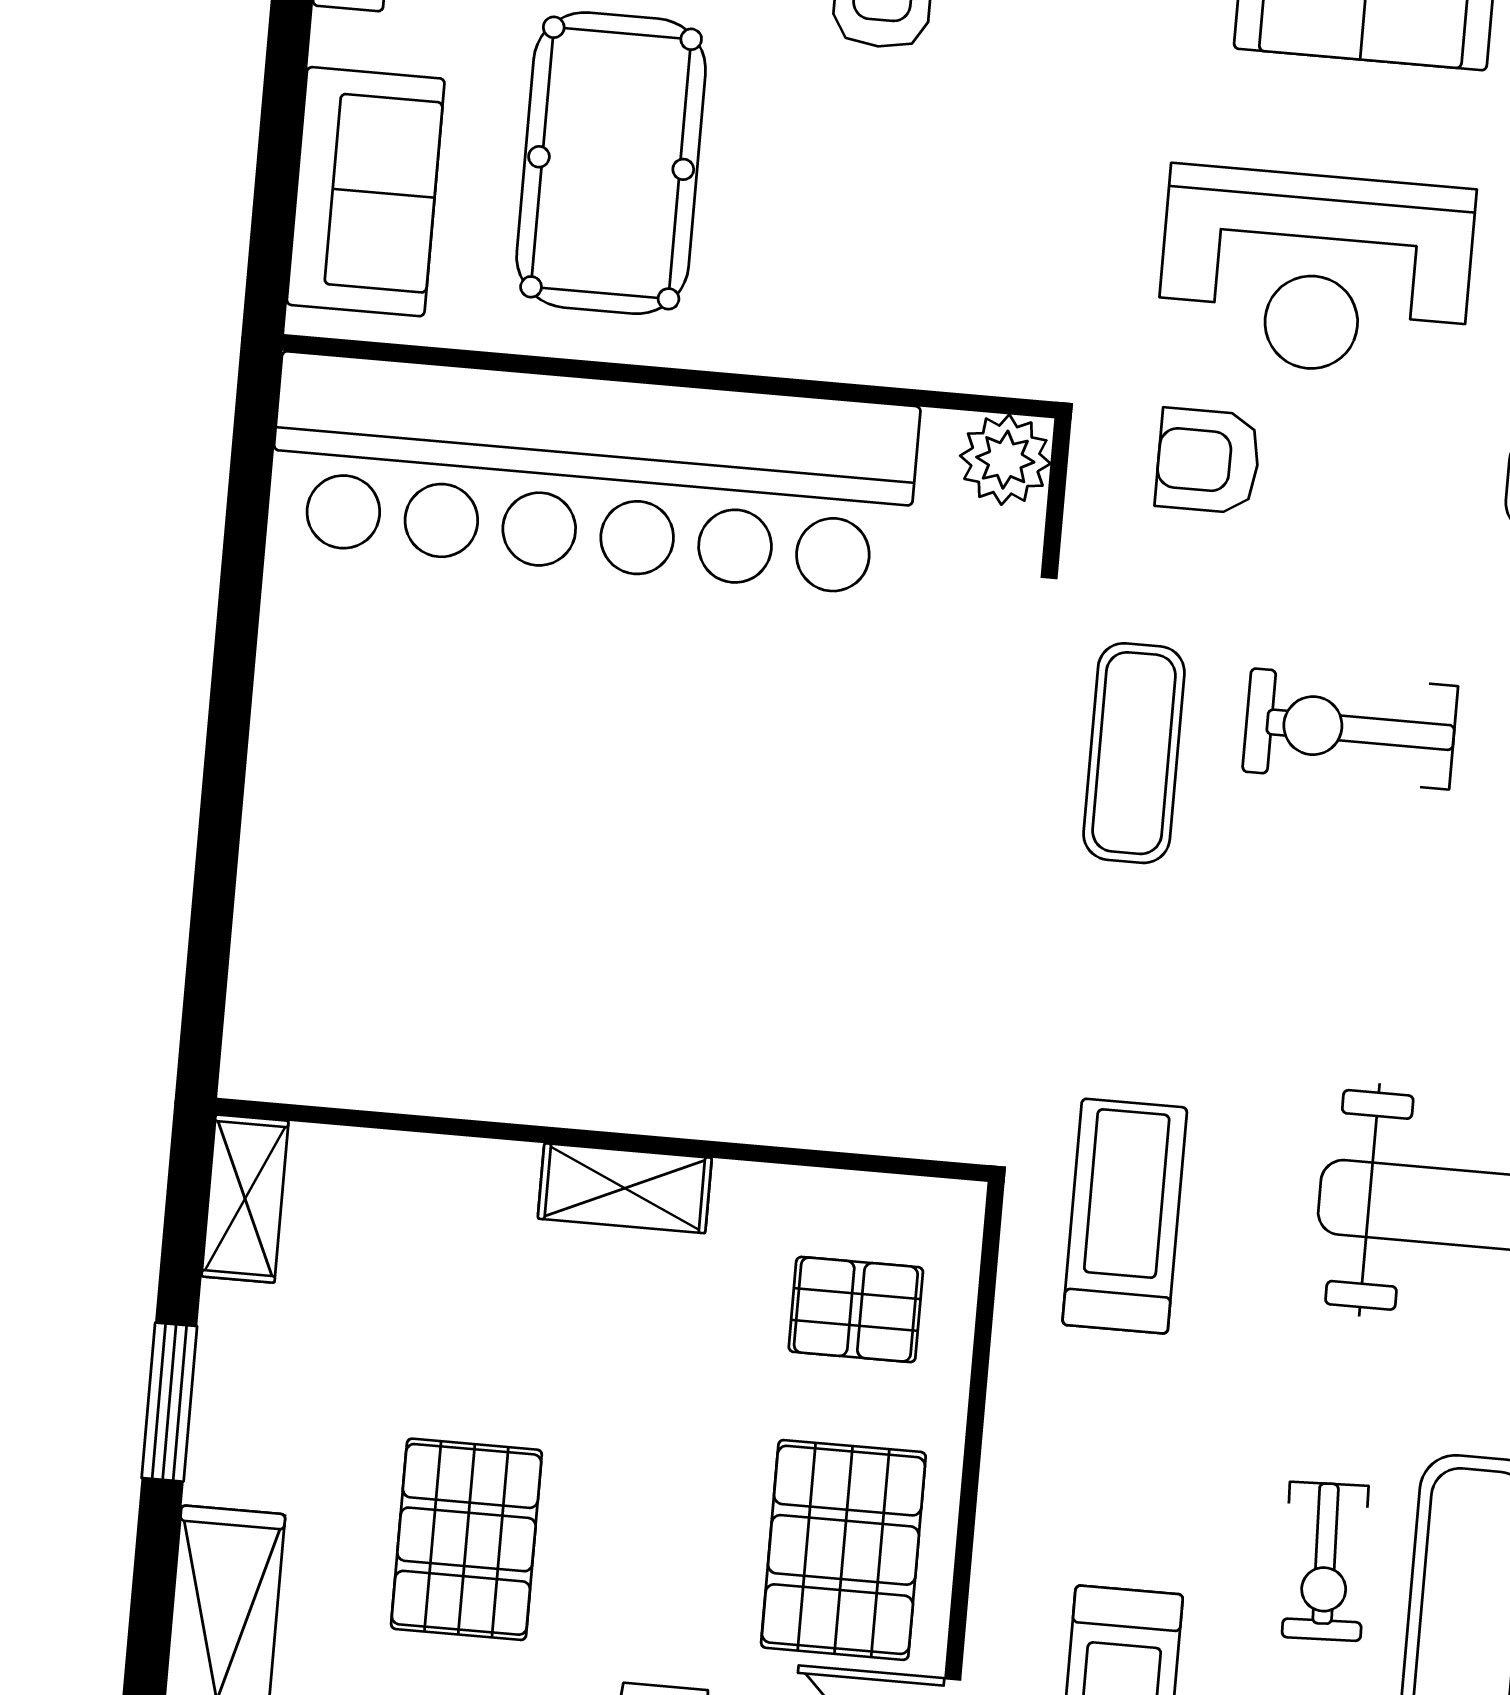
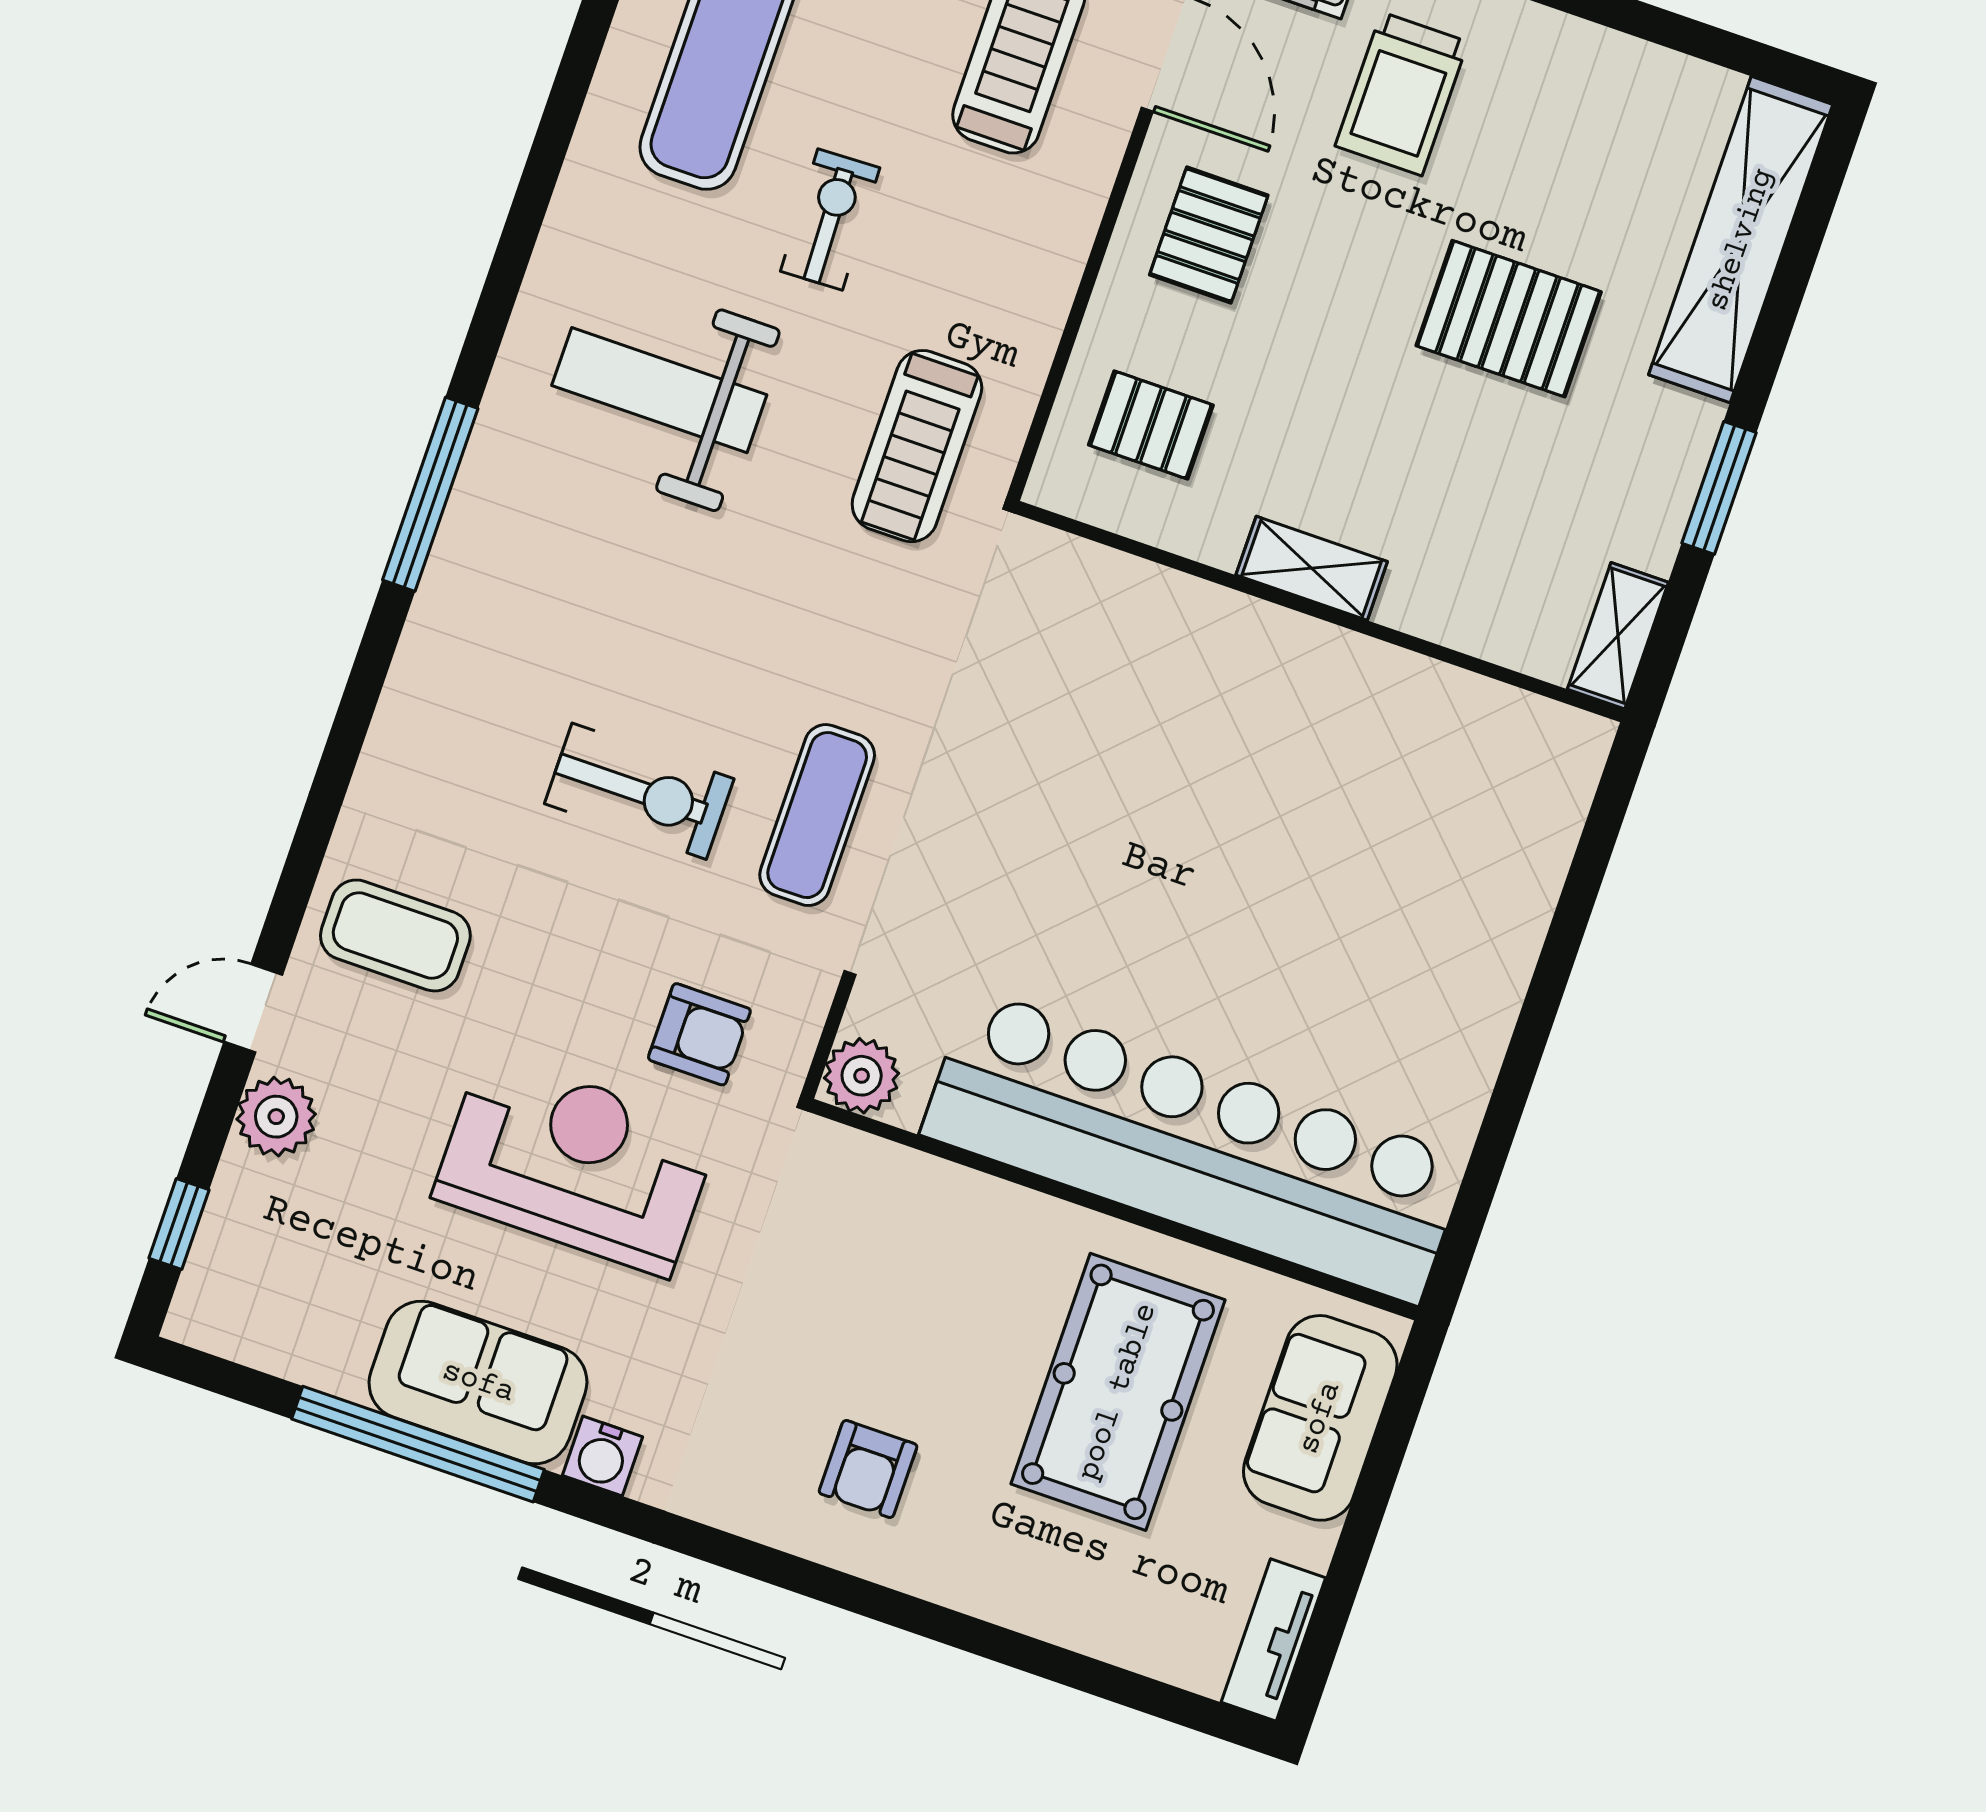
pallet: (466, 1539) -> (1509, 319), turned 90
pallet: (843, 1550) -> (1209, 235), width x0.67, depth x0.71
exercise bike: (1325, 1561) -> (830, 219), moved

